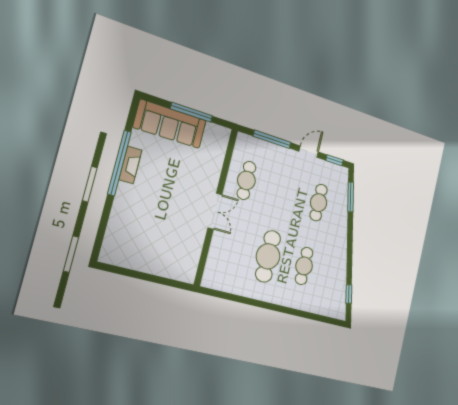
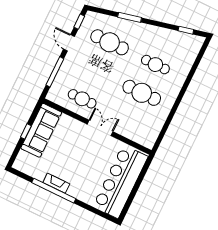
window: (191, 112) -> (26, 131), width x0.46
sofa: (170, 124) -> (41, 130), moved
window: (351, 197) -> (130, 17), moved
cafe table: (319, 203) -> (110, 42), width x1.37, depth x1.35
bar counter: (150, 254) -> (120, 182), added

